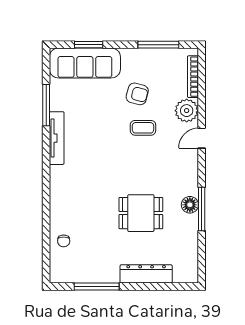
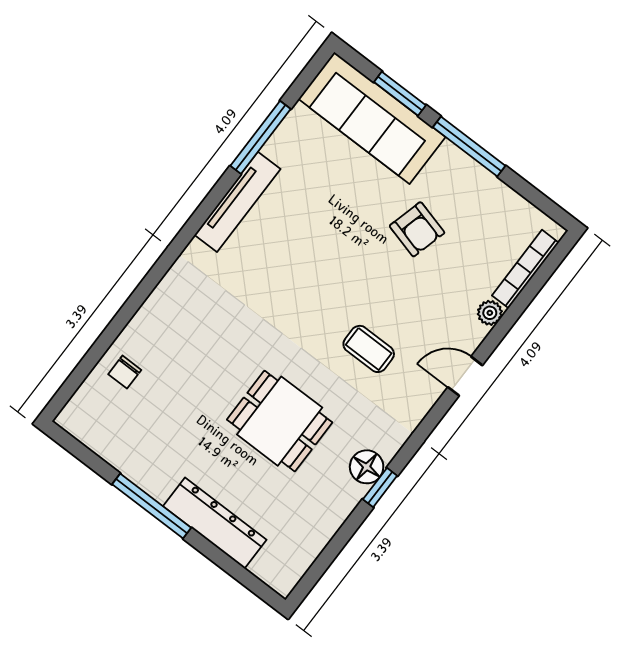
window: (158, 45) -> (469, 146), moved
plant: (187, 111) -> (490, 313), width x0.53, depth x0.53
coffee table: (143, 128) -> (369, 349), moved
window: (202, 209) -> (380, 487), width x0.46
window: (97, 286) -> (152, 506), moved

